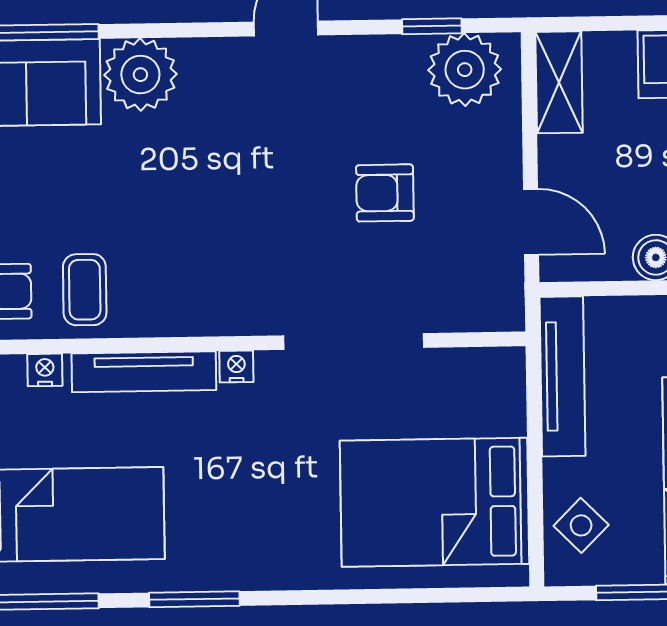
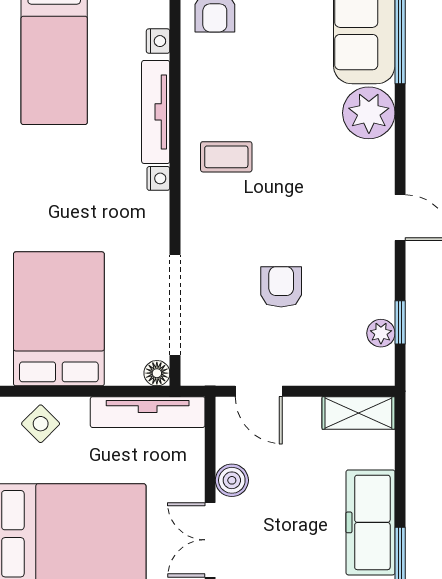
plant: (465, 70) -> (381, 333), width x0.53, depth x0.53
door: (531, 222) -> (259, 391), hinge flipped
coffee table: (85, 290) -> (226, 157), moved
doorway: (354, 342) -> (175, 305), moved
floor lamp: (508, 364) -> (157, 373), added

